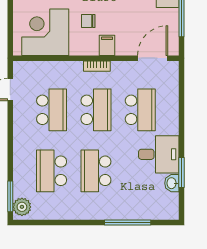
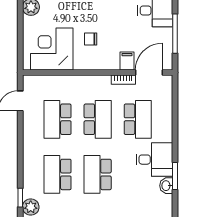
filing cabinet: (107, 45) -> (127, 61), moved
bookcase: (97, 66) -> (123, 80), moved
school desk: (52, 110) -> (58, 119), turned 180
window: (10, 196) -> (20, 198), width x0.67

